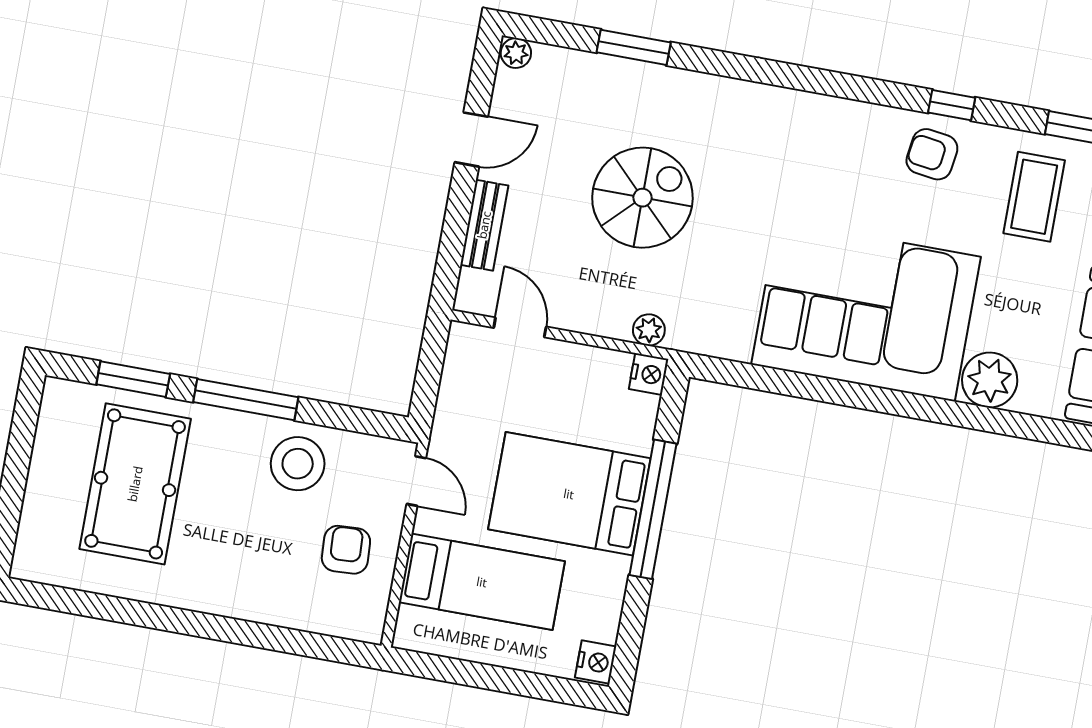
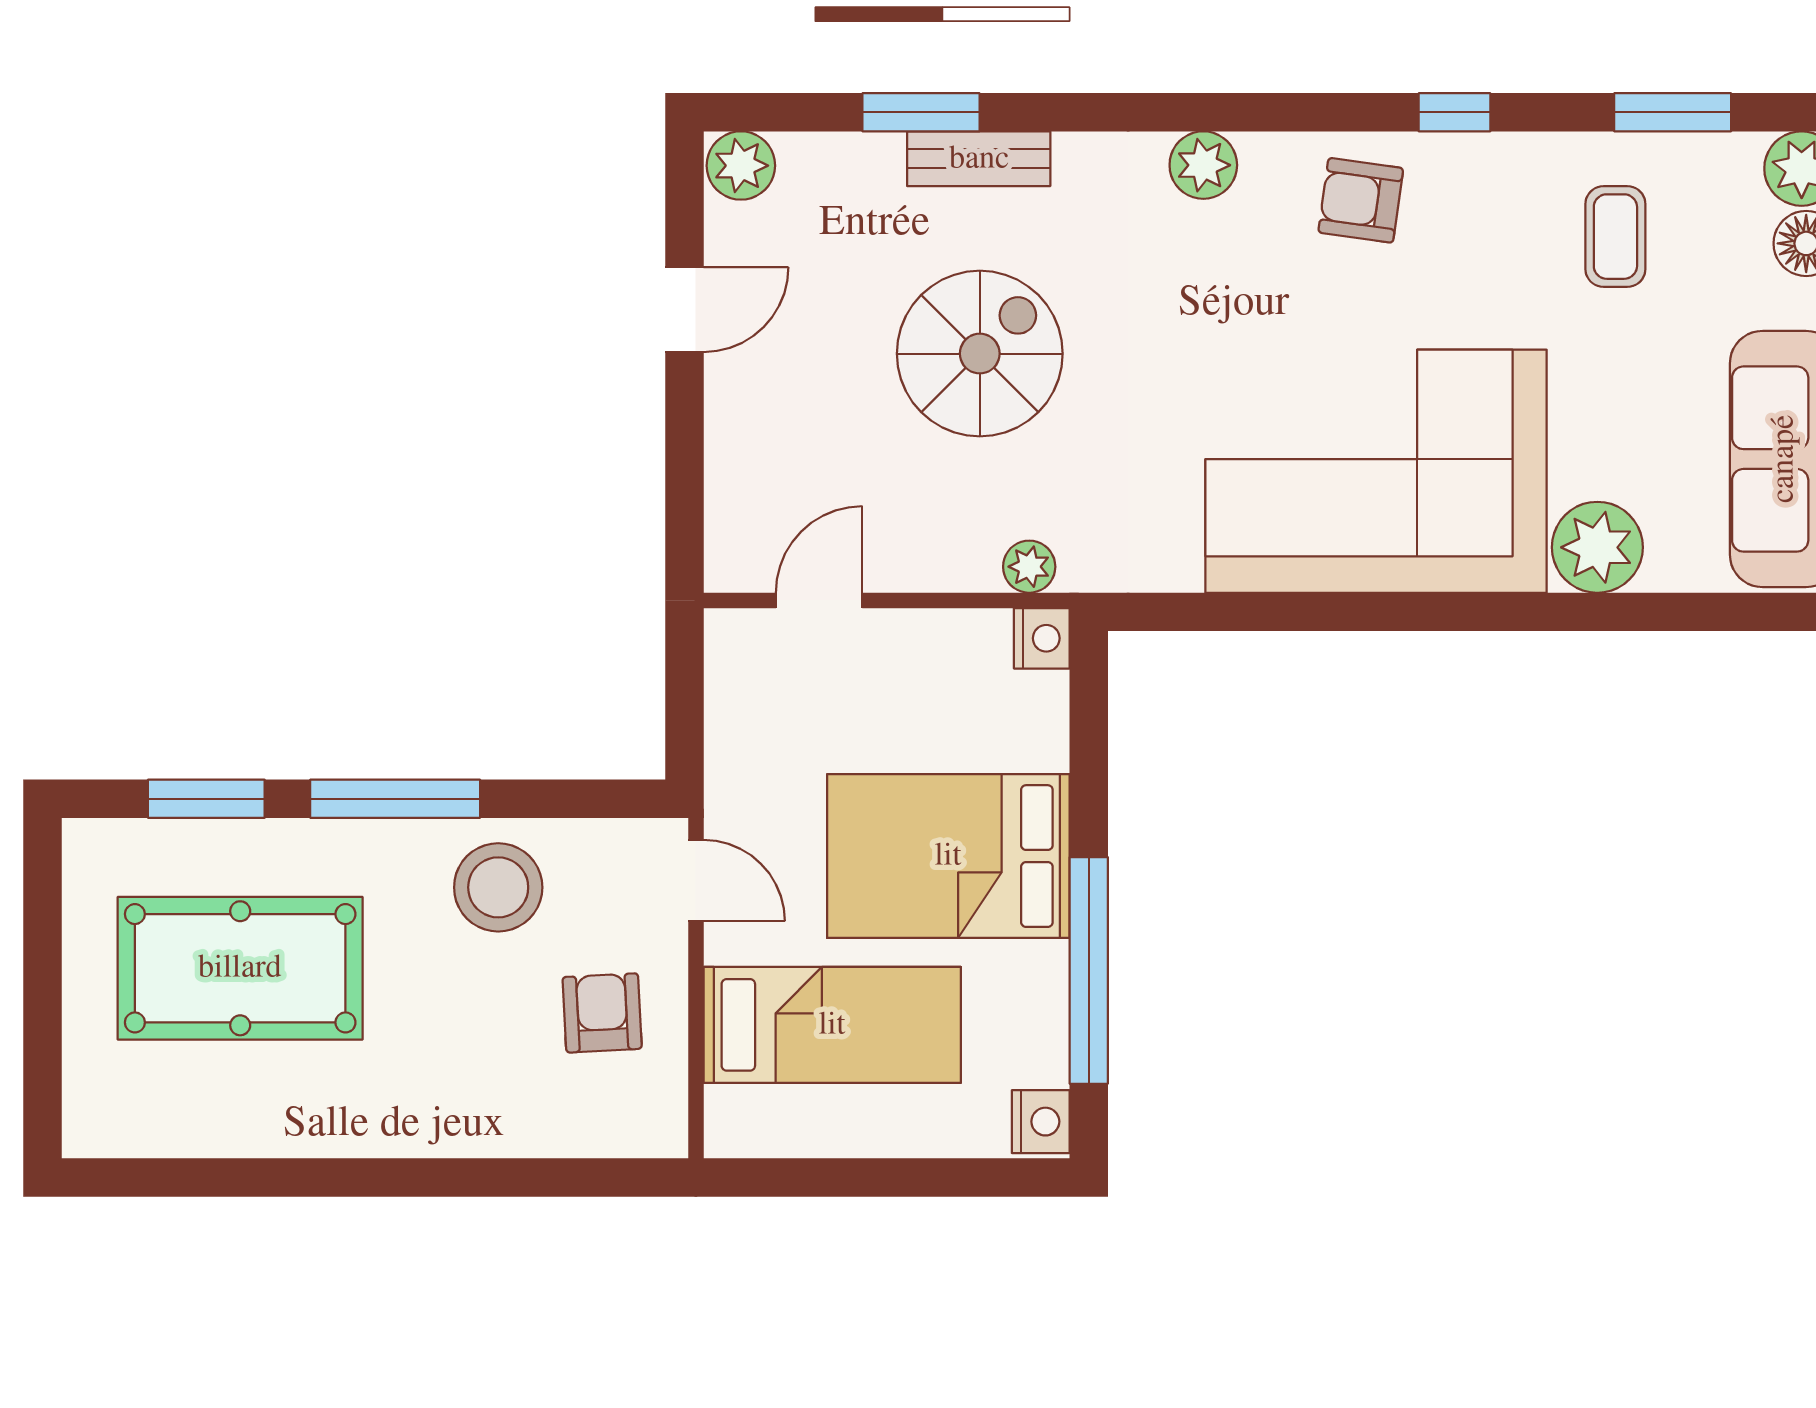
plant: (516, 53) -> (741, 166), width x1.38, depth x1.38
plant: (796, 109) -> (1203, 165), added
armchair: (932, 154) -> (1361, 200), moved
coffee table: (1034, 197) -> (1615, 237), width x0.73, depth x0.77
bench: (484, 225) -> (979, 159), moved, turned 90
door: (520, 327) -> (819, 600), hinge flipped
pool table: (135, 484) -> (240, 968), turned 90
window: (653, 509) -> (1089, 970), moved

